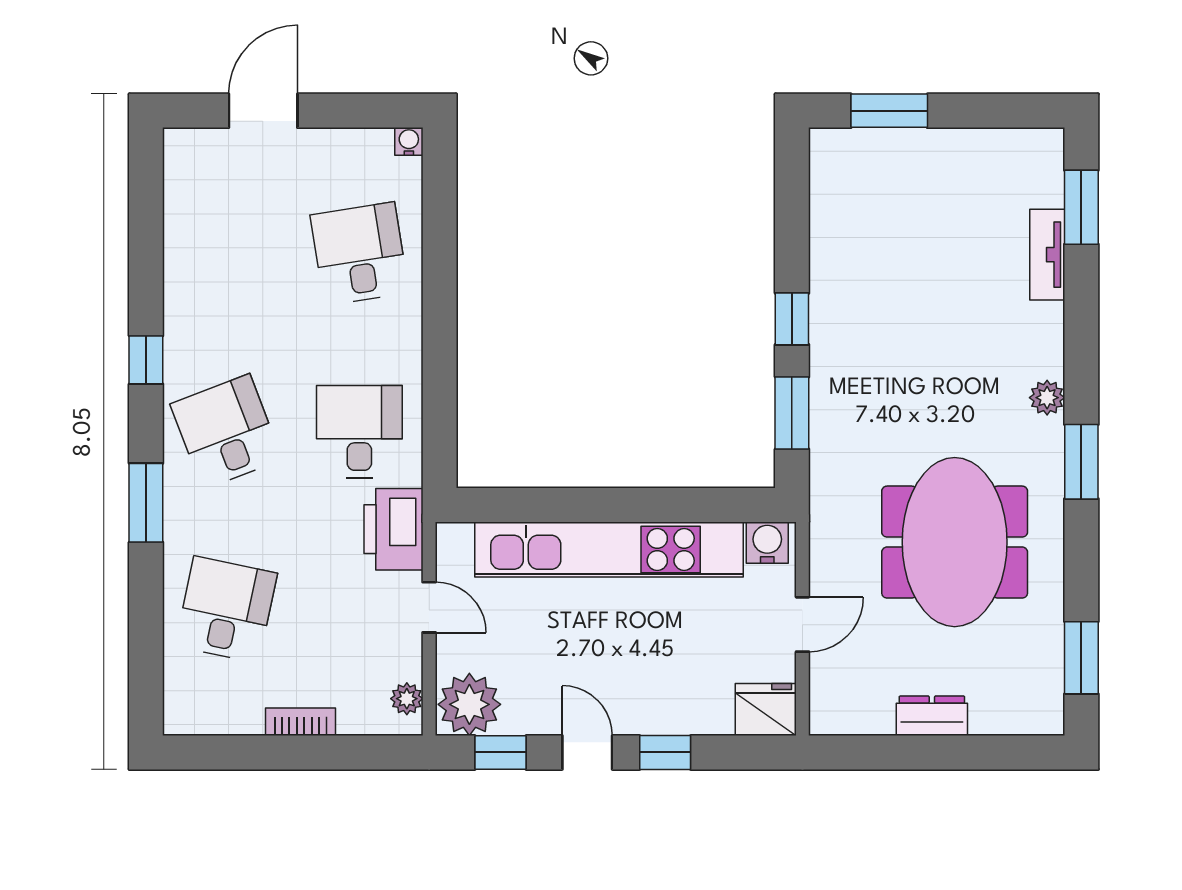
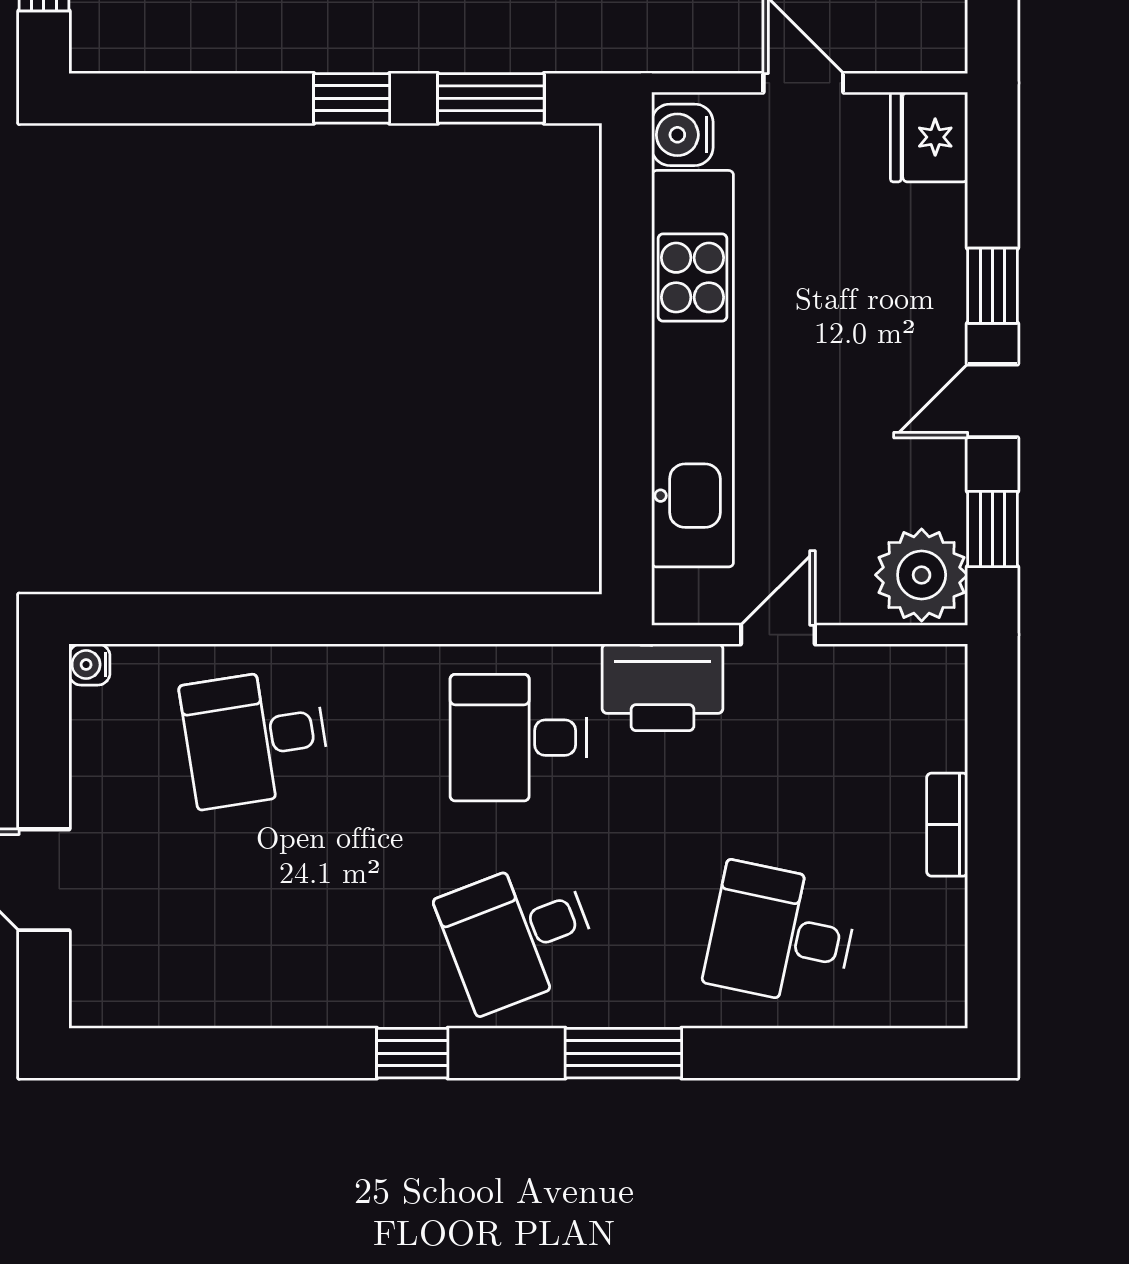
plant: (407, 699) -> (913, 668), removed

